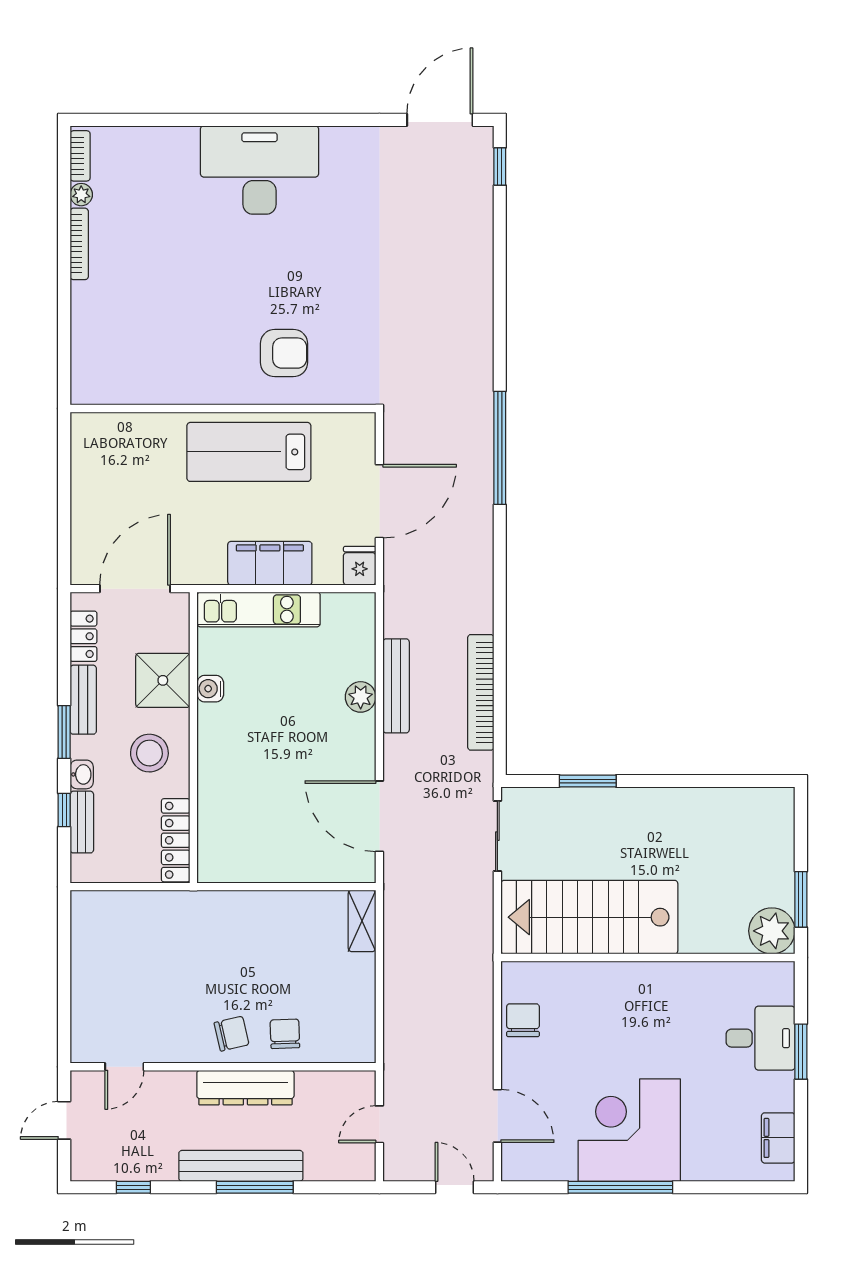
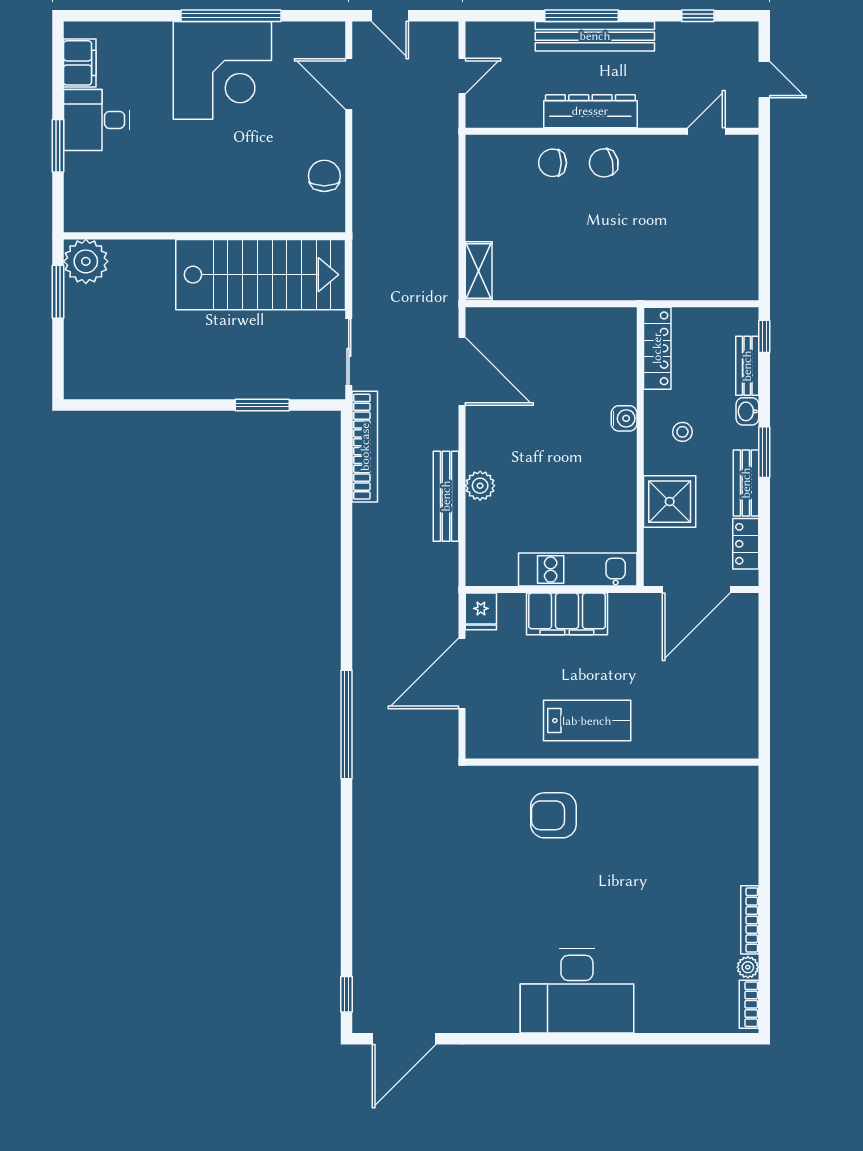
lab bench: (249, 452) -> (587, 721), width x0.73, depth x0.72
water cooler: (210, 689) -> (624, 418), moved
bookcase: (481, 692) -> (365, 447), moved
stool: (149, 753) -> (682, 432), width x0.53, depth x0.53
window: (64, 810) -> (764, 336), moved
chair: (523, 1020) -> (324, 176), turned 180
chair: (285, 1034) -> (553, 163), turned 92
desk: (761, 1038) -> (97, 120), moved
door: (64, 1120) -> (764, 80), hinge flipped

